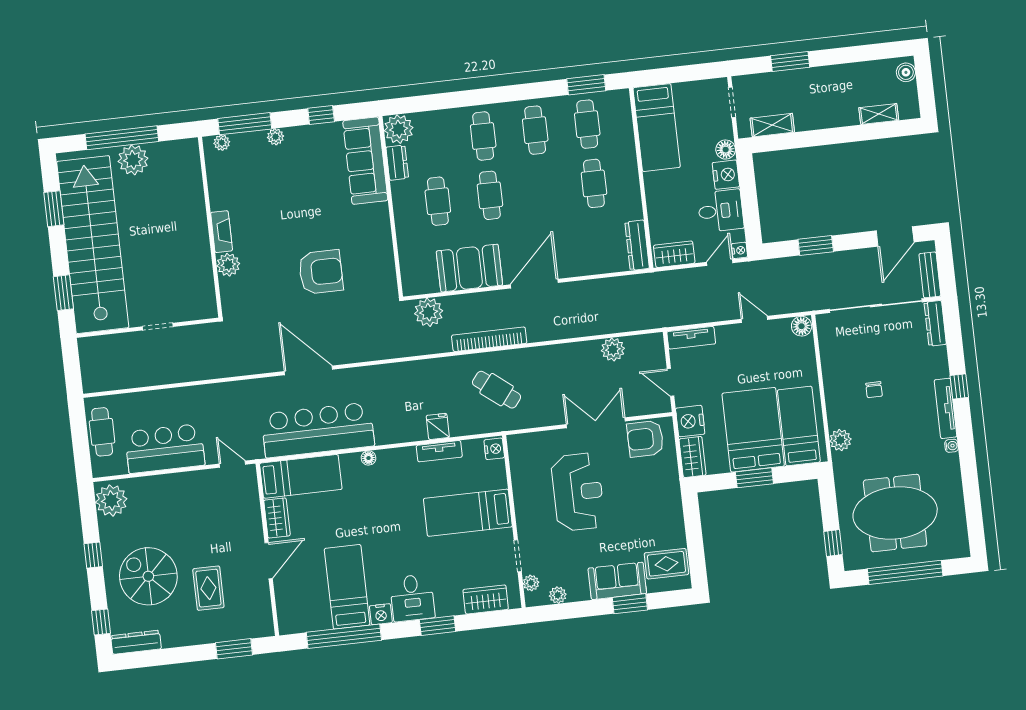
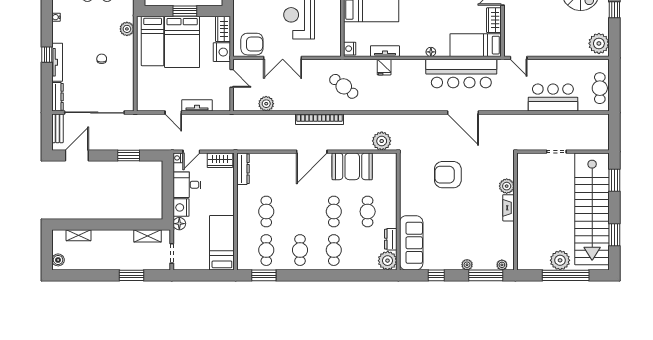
floor lamp: (802, 326) -> (144, 105), removed
tv unit: (691, 338) -> (197, 105), moved
bookcase: (489, 339) -> (320, 119), moved
tv unit: (946, 408) -> (57, 62), moved
bar counter: (165, 449) -> (553, 98), moved, turned 180

